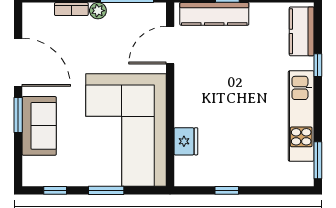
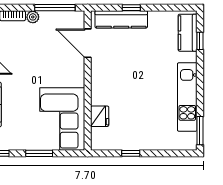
door: (170, 45) -> (88, 43), hinge flipped
window: (318, 65) -> (200, 41), moved
corner sofa: (126, 130) -> (62, 119), width x0.73, depth x0.74

